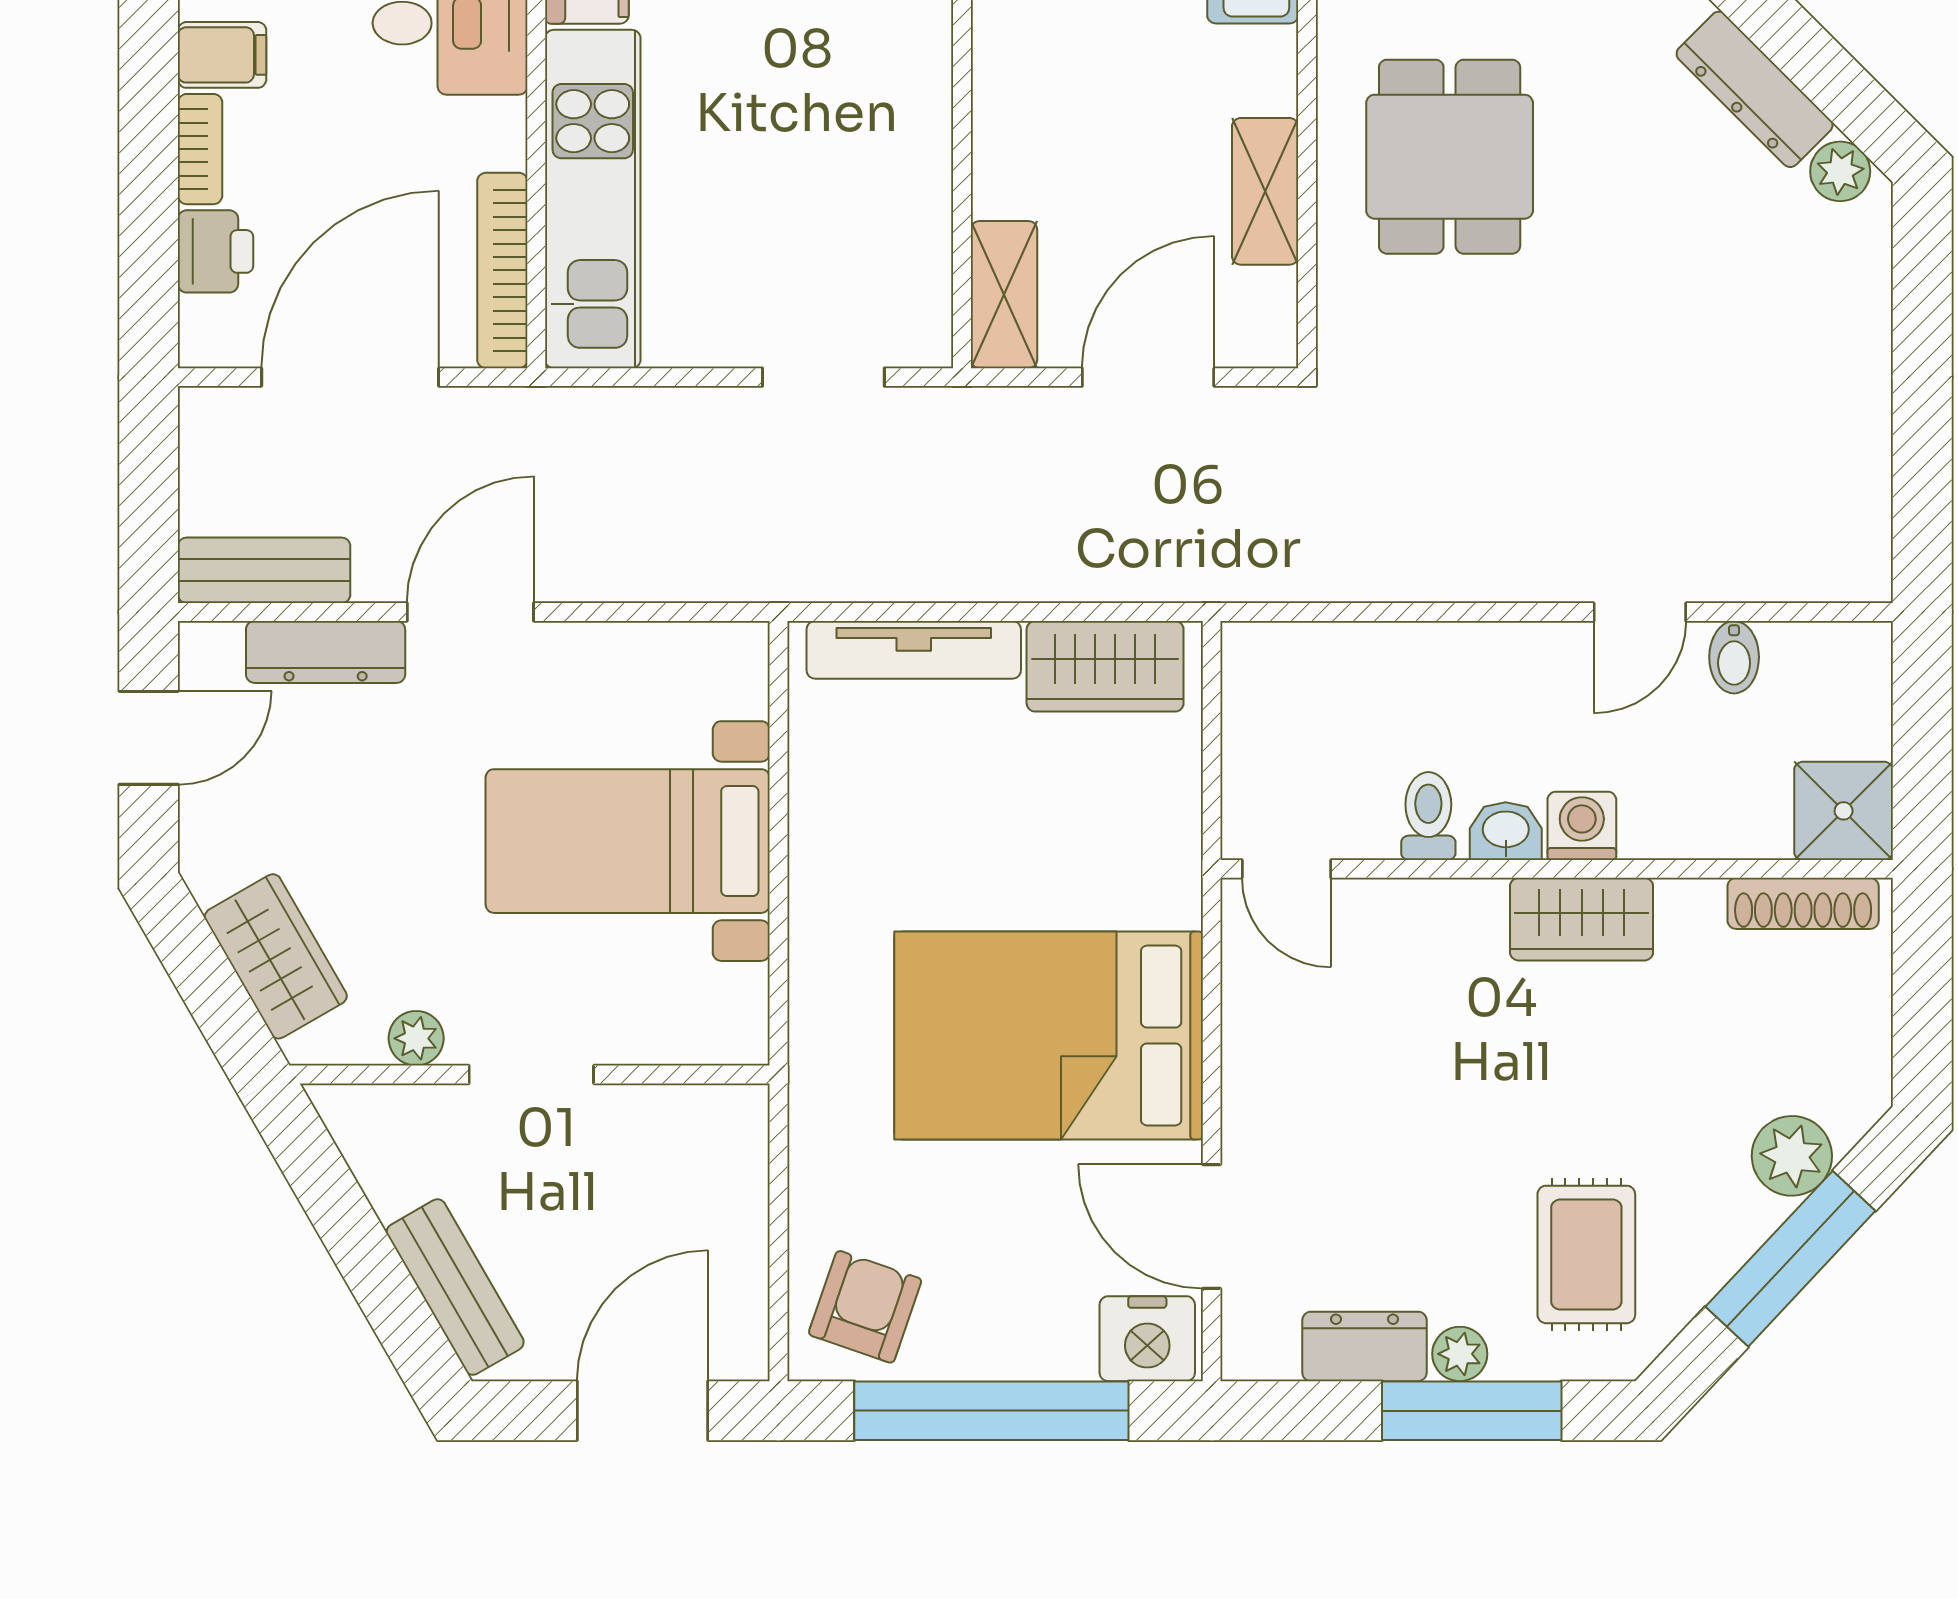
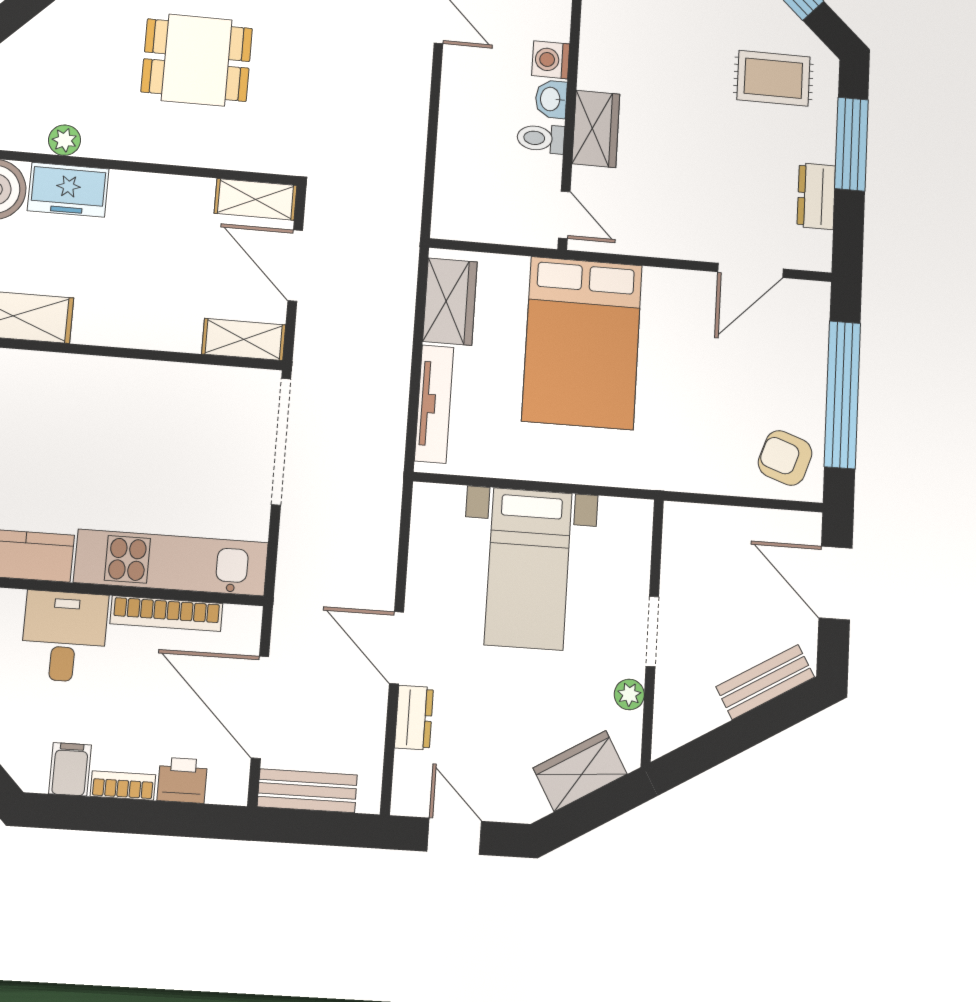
dining table: (1450, 157) -> (197, 60), moved
shelving: (1265, 191) -> (256, 199), moved
bookcase: (502, 270) -> (166, 614), moved
doorway: (823, 377) -> (281, 442), width x1.87
bench: (264, 570) -> (307, 791), moved, turned 90
dresser: (326, 652) -> (414, 718), width x0.70
door: (1287, 869) -> (564, 215), hinge flipped
wardrobe: (1582, 919) -> (596, 129), moved
bed: (1049, 1036) -> (582, 343), moved
nightstand: (1147, 1339) -> (808, 309), removed
plant: (1460, 1354) -> (822, 148), removed

